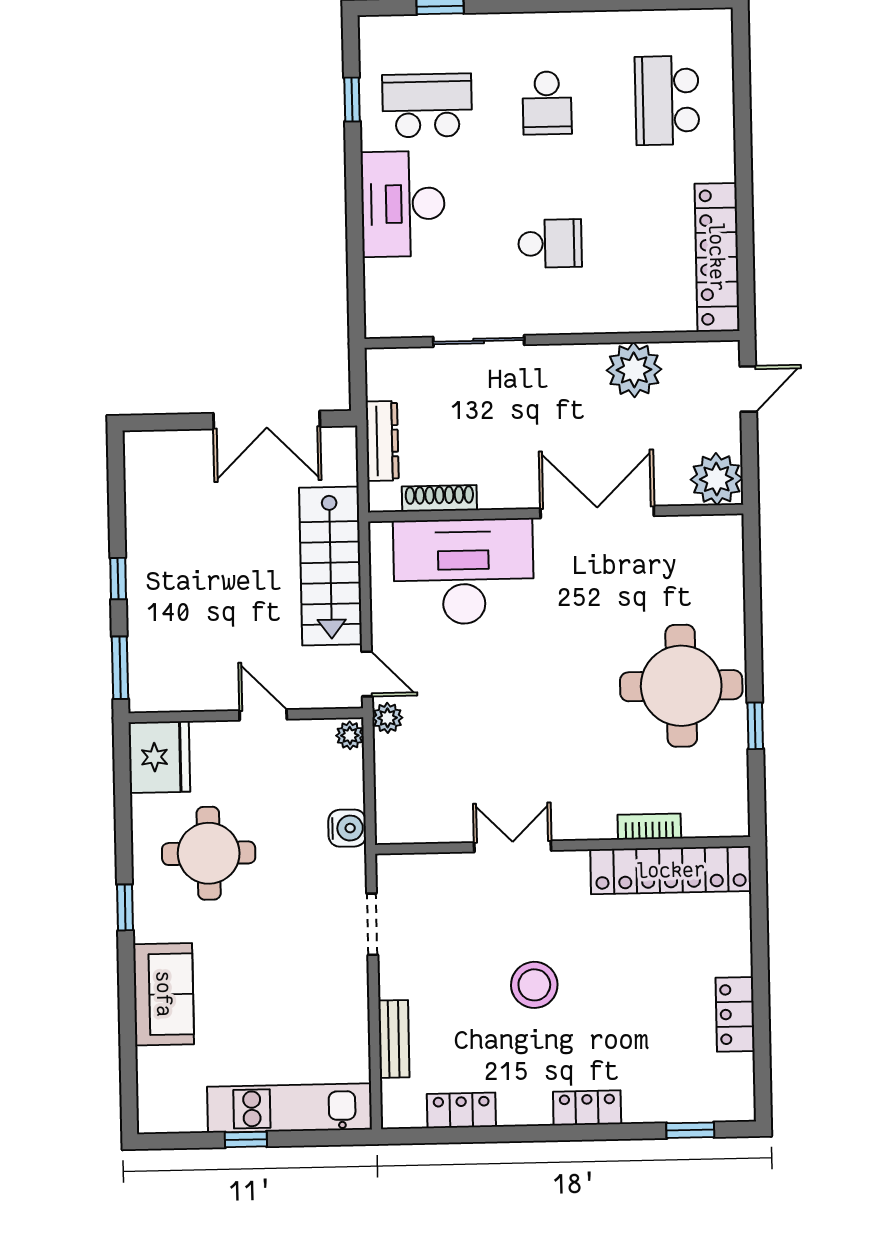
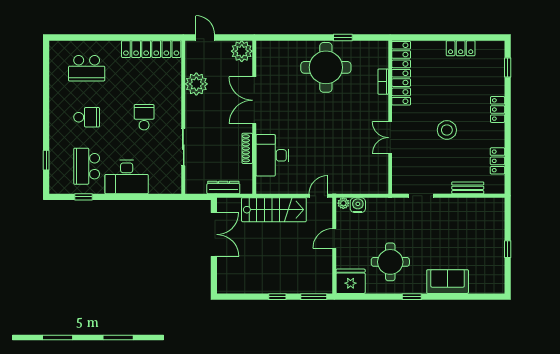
shoe rack: (439, 498) -> (247, 148), moved
desk: (464, 572) -> (272, 155), width x0.73, depth x0.77
plant: (387, 718) -> (337, 188), removed
water cooler: (347, 828) -> (358, 205), moved
kitchen unit: (290, 1108) -> (495, 231), removed

